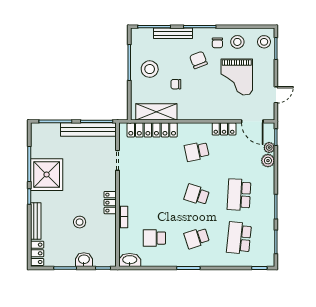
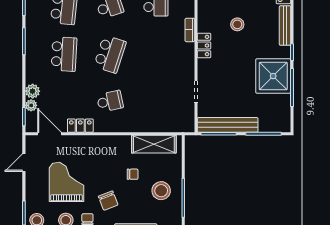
locker: (152, 130) -> (158, 125), removed
school desk: (197, 195) -> (110, 54), width x1.85

